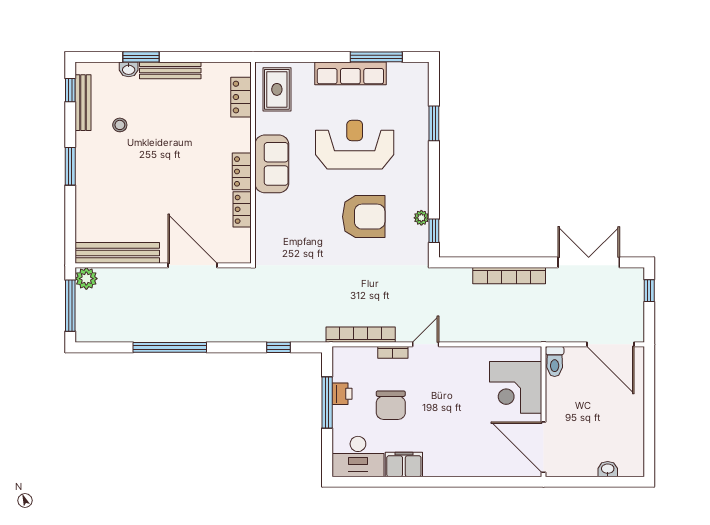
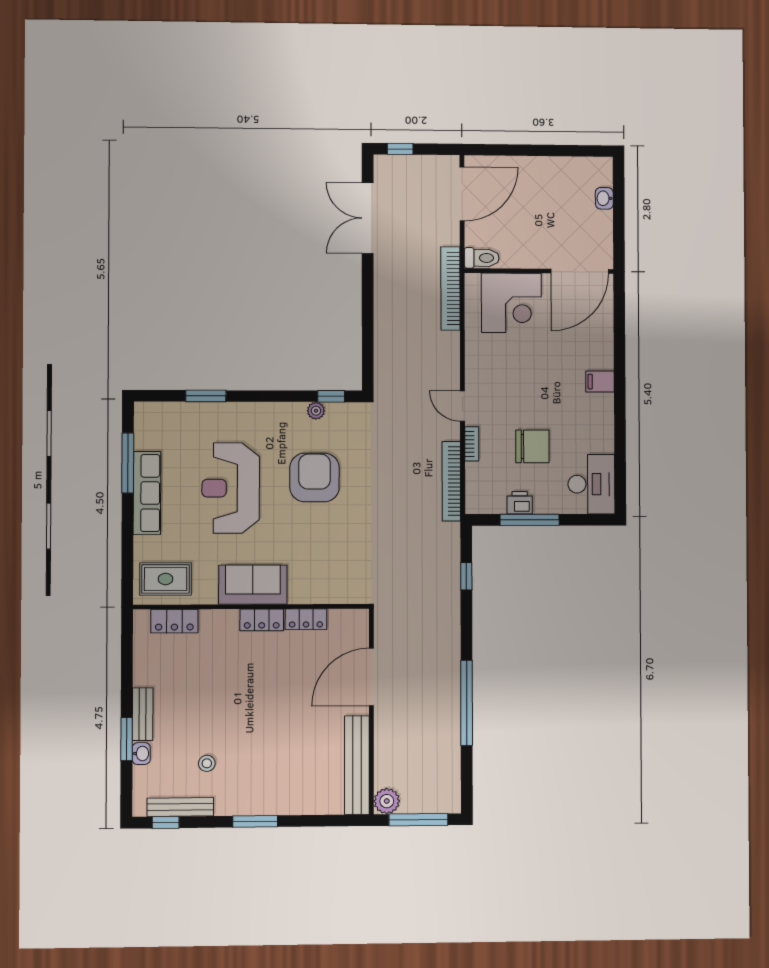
bench: (170, 70) -> (143, 714), width x0.73
bookcase: (509, 276) -> (450, 288), moved, turned 180
filing cabinet: (404, 465) -> (600, 382), moved, width x0.50

